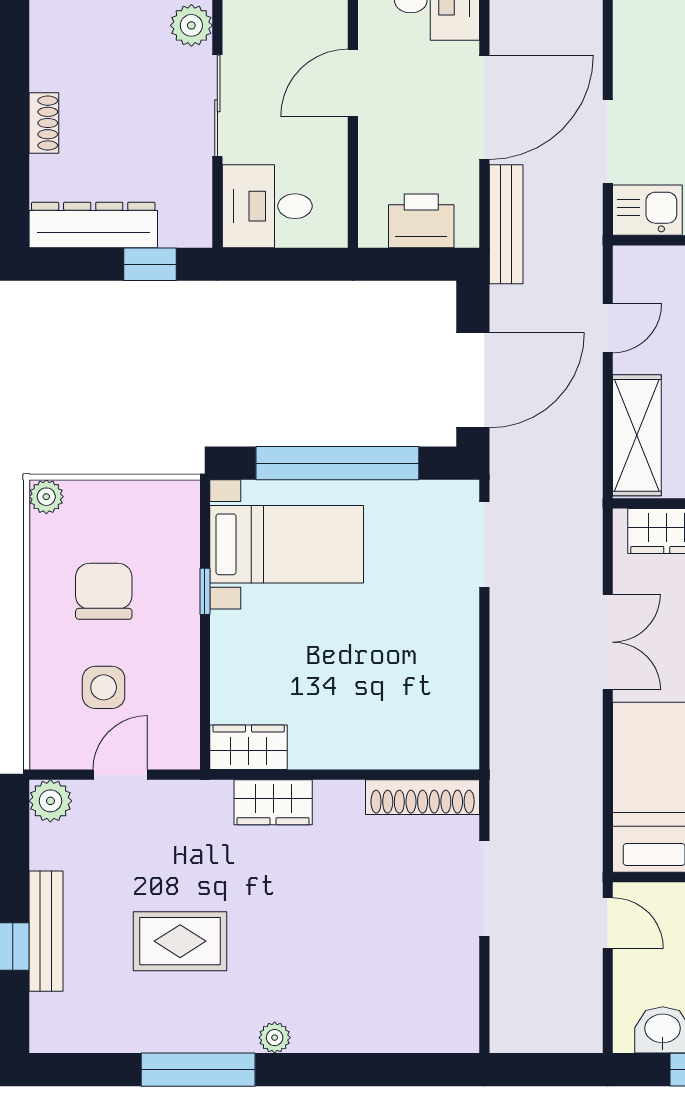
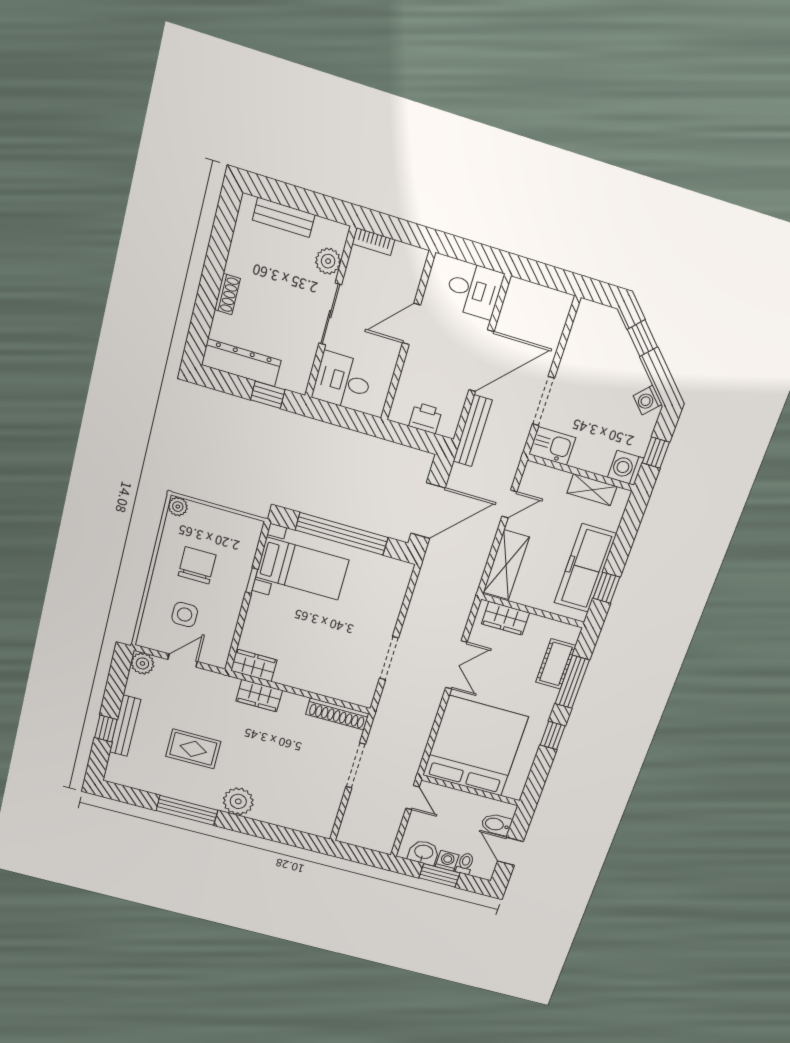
printer: (421, 221) -> (425, 418), width x0.73, depth x0.81
doorway: (484, 545) -> (389, 658), moved
plant: (275, 1038) -> (238, 801), width x1.87, depth x1.87

